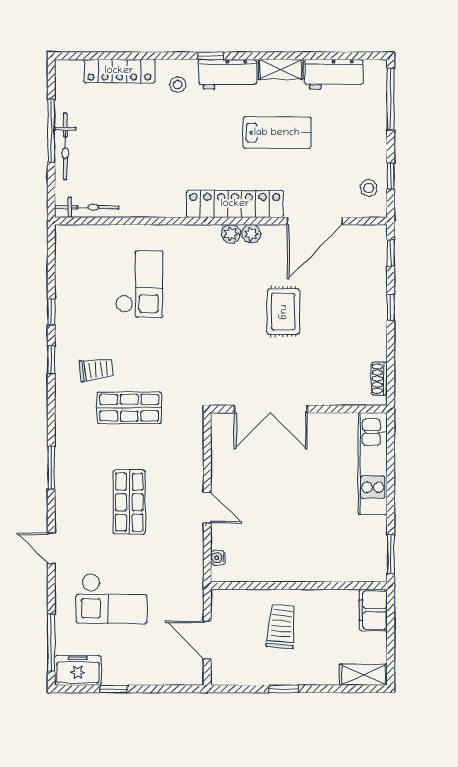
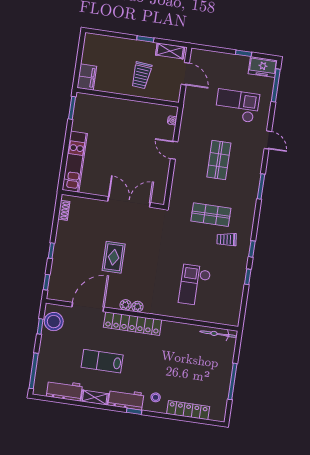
bicycle: (65, 146) -> (226, 371), removed
stool: (369, 188) -> (54, 322), width x1.89, depth x1.89
shelving: (364, 675) -> (170, 51), moved

